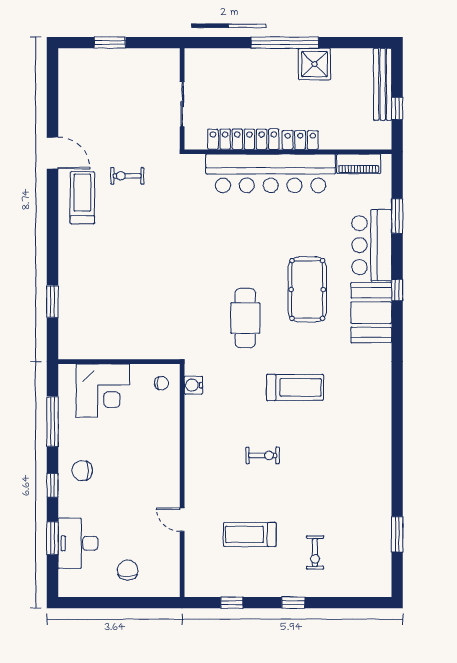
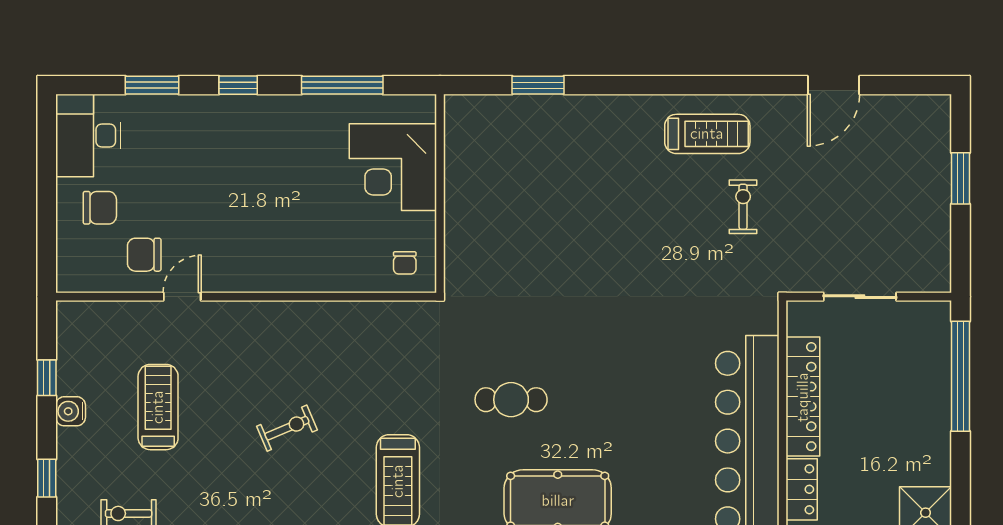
window: (285, 43) -> (961, 376), moved
door: (52, 153) -> (833, 85), moved
cafe table: (245, 318) -> (511, 400), width x0.73, depth x0.74
water cooler: (193, 385) -> (71, 411), moved, turned -90
exercise bike: (263, 455) -> (287, 428), turned -113
chair: (82, 471) -> (144, 255), moved, turned -90
desk: (78, 543) -> (88, 136), moved, turned -90

